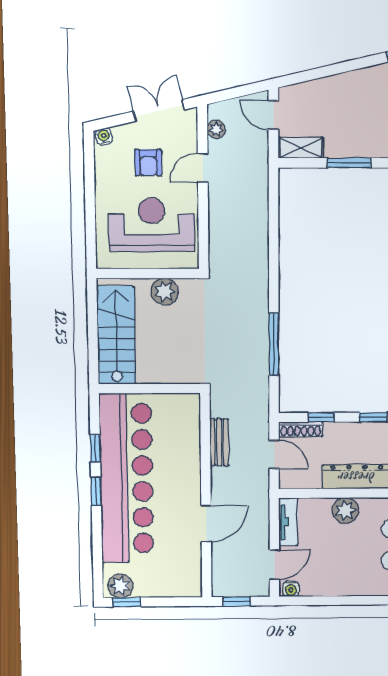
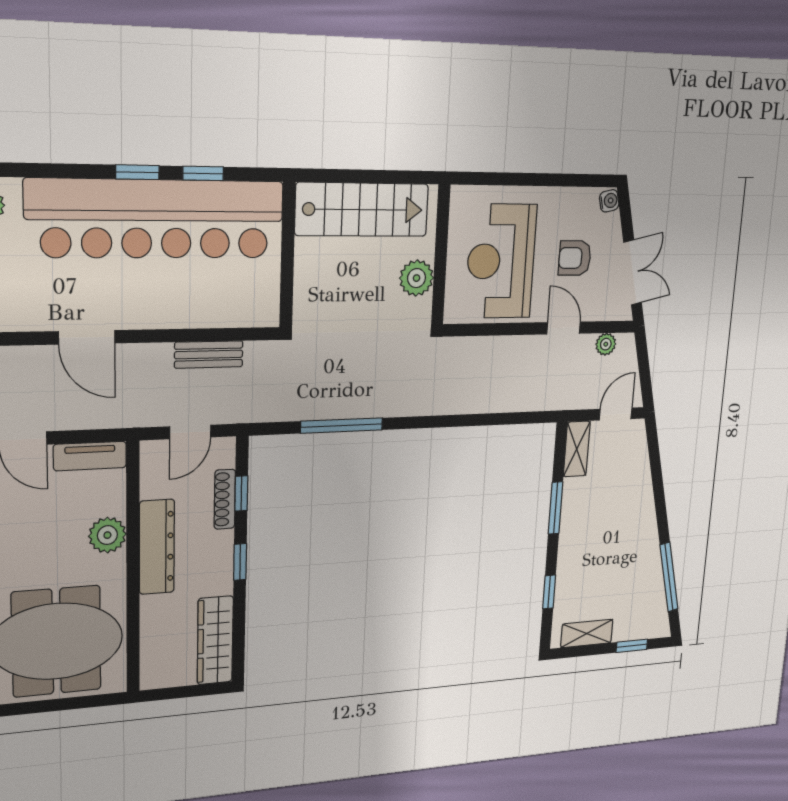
reception desk: (152, 225) -> (501, 261), turned 180
shoe rack: (301, 429) -> (225, 499), moved

